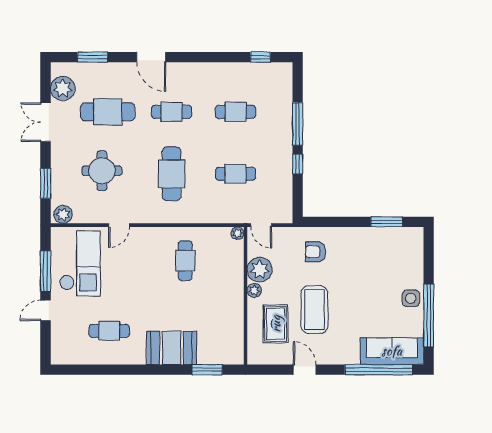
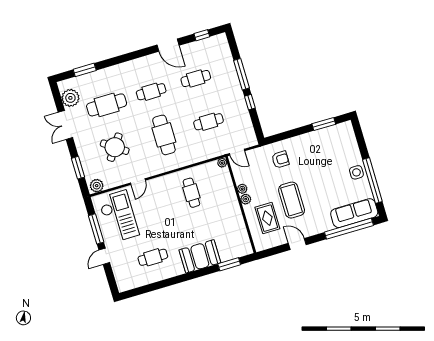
door: (151, 57) -> (168, 45), moved
round table: (102, 171) -> (115, 147), turned 35
armchair: (315, 252) -> (280, 160), turned 180
plant: (260, 270) -> (242, 189), width x0.53, depth x0.53

